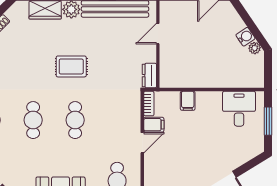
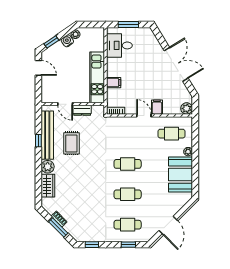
window: (244, 15) -> (51, 42), added
rug: (71, 66) -> (71, 143), moved
dresser: (149, 76) -> (82, 110), moved
kitchen unit: (195, 78) -> (97, 77), added
filing cabinet: (154, 125) -> (157, 107), moved

